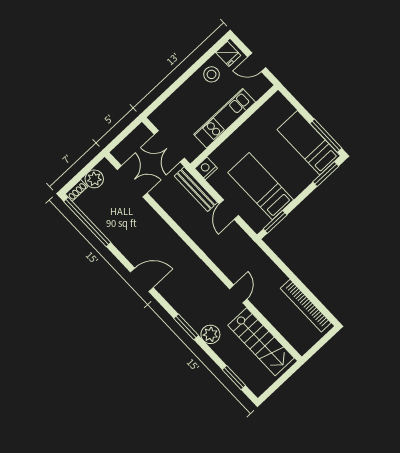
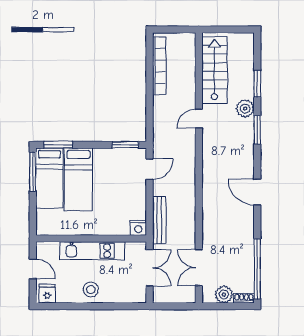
stool: (212, 74) -> (91, 290), moved
bed: (261, 186) -> (78, 179), moved
door: (229, 210) -> (150, 169), moved
window: (234, 378) -> (257, 84), moved

